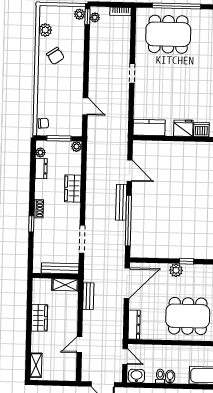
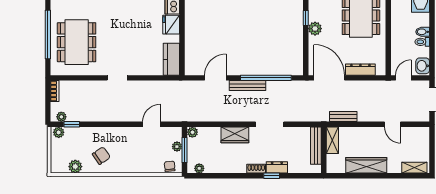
window: (87, 17) -> (72, 124), moved
plant: (63, 131) -> (177, 147), added
dresser: (41, 169) -> (277, 167), moved
doorway: (82, 239) -> (270, 124), moved
wardrobe: (39, 318) -> (366, 165), width x1.50
dresser: (134, 325) -> (360, 70), moved

